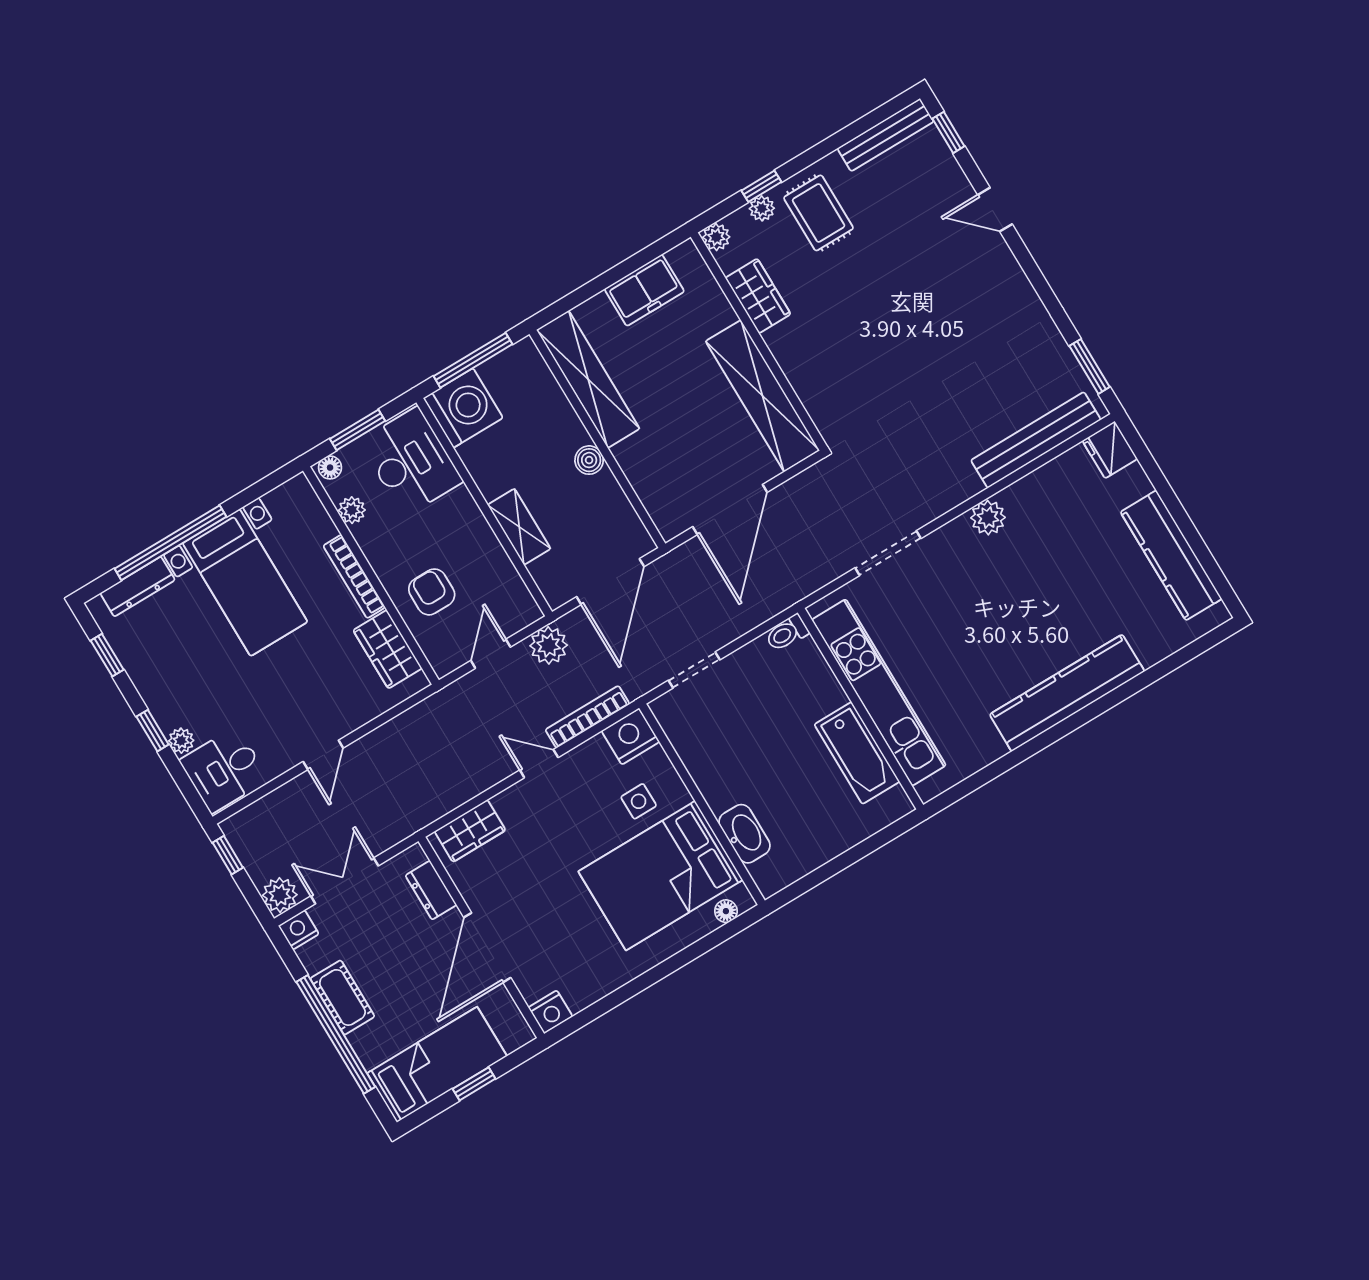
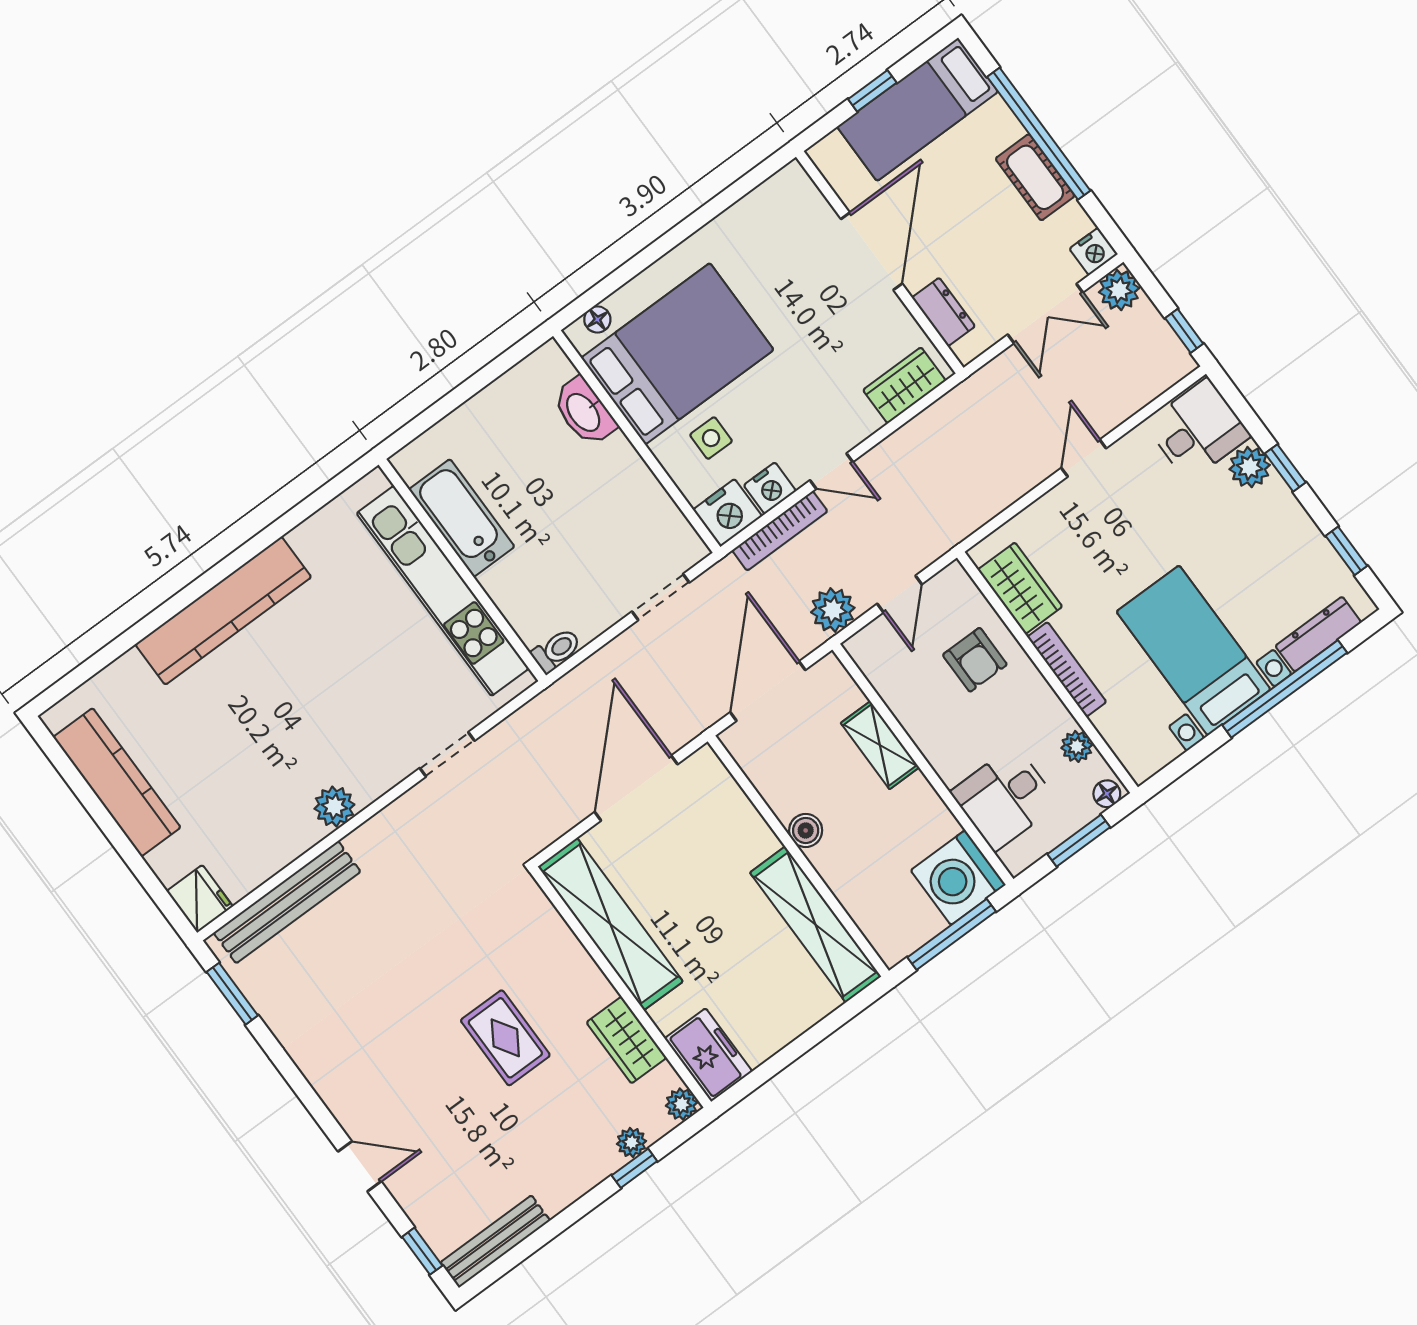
rug: (819, 213) -> (505, 1038), moved
freezer: (644, 290) -> (708, 1055), moved, turned 90
desk: (411, 462) -> (1005, 798), width x0.73
doorway: (888, 553) -> (447, 754), width x0.73
plant: (181, 741) -> (1250, 467), width x1.38, depth x1.38
nightstand: (550, 1012) -> (770, 488), moved, turned 180

